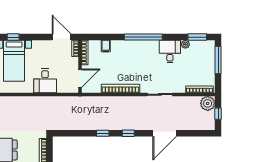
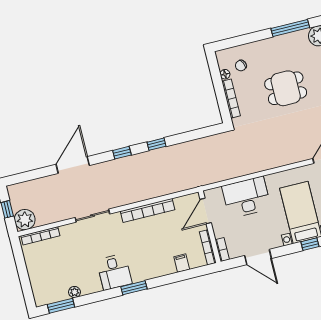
door: (62, 37) -> (258, 257), moved
window: (143, 37) -> (134, 288), width x0.47
desk: (170, 52) -> (114, 272), moved
window: (218, 60) -> (25, 282), removed
desk: (45, 81) -> (246, 197), width x1.37

